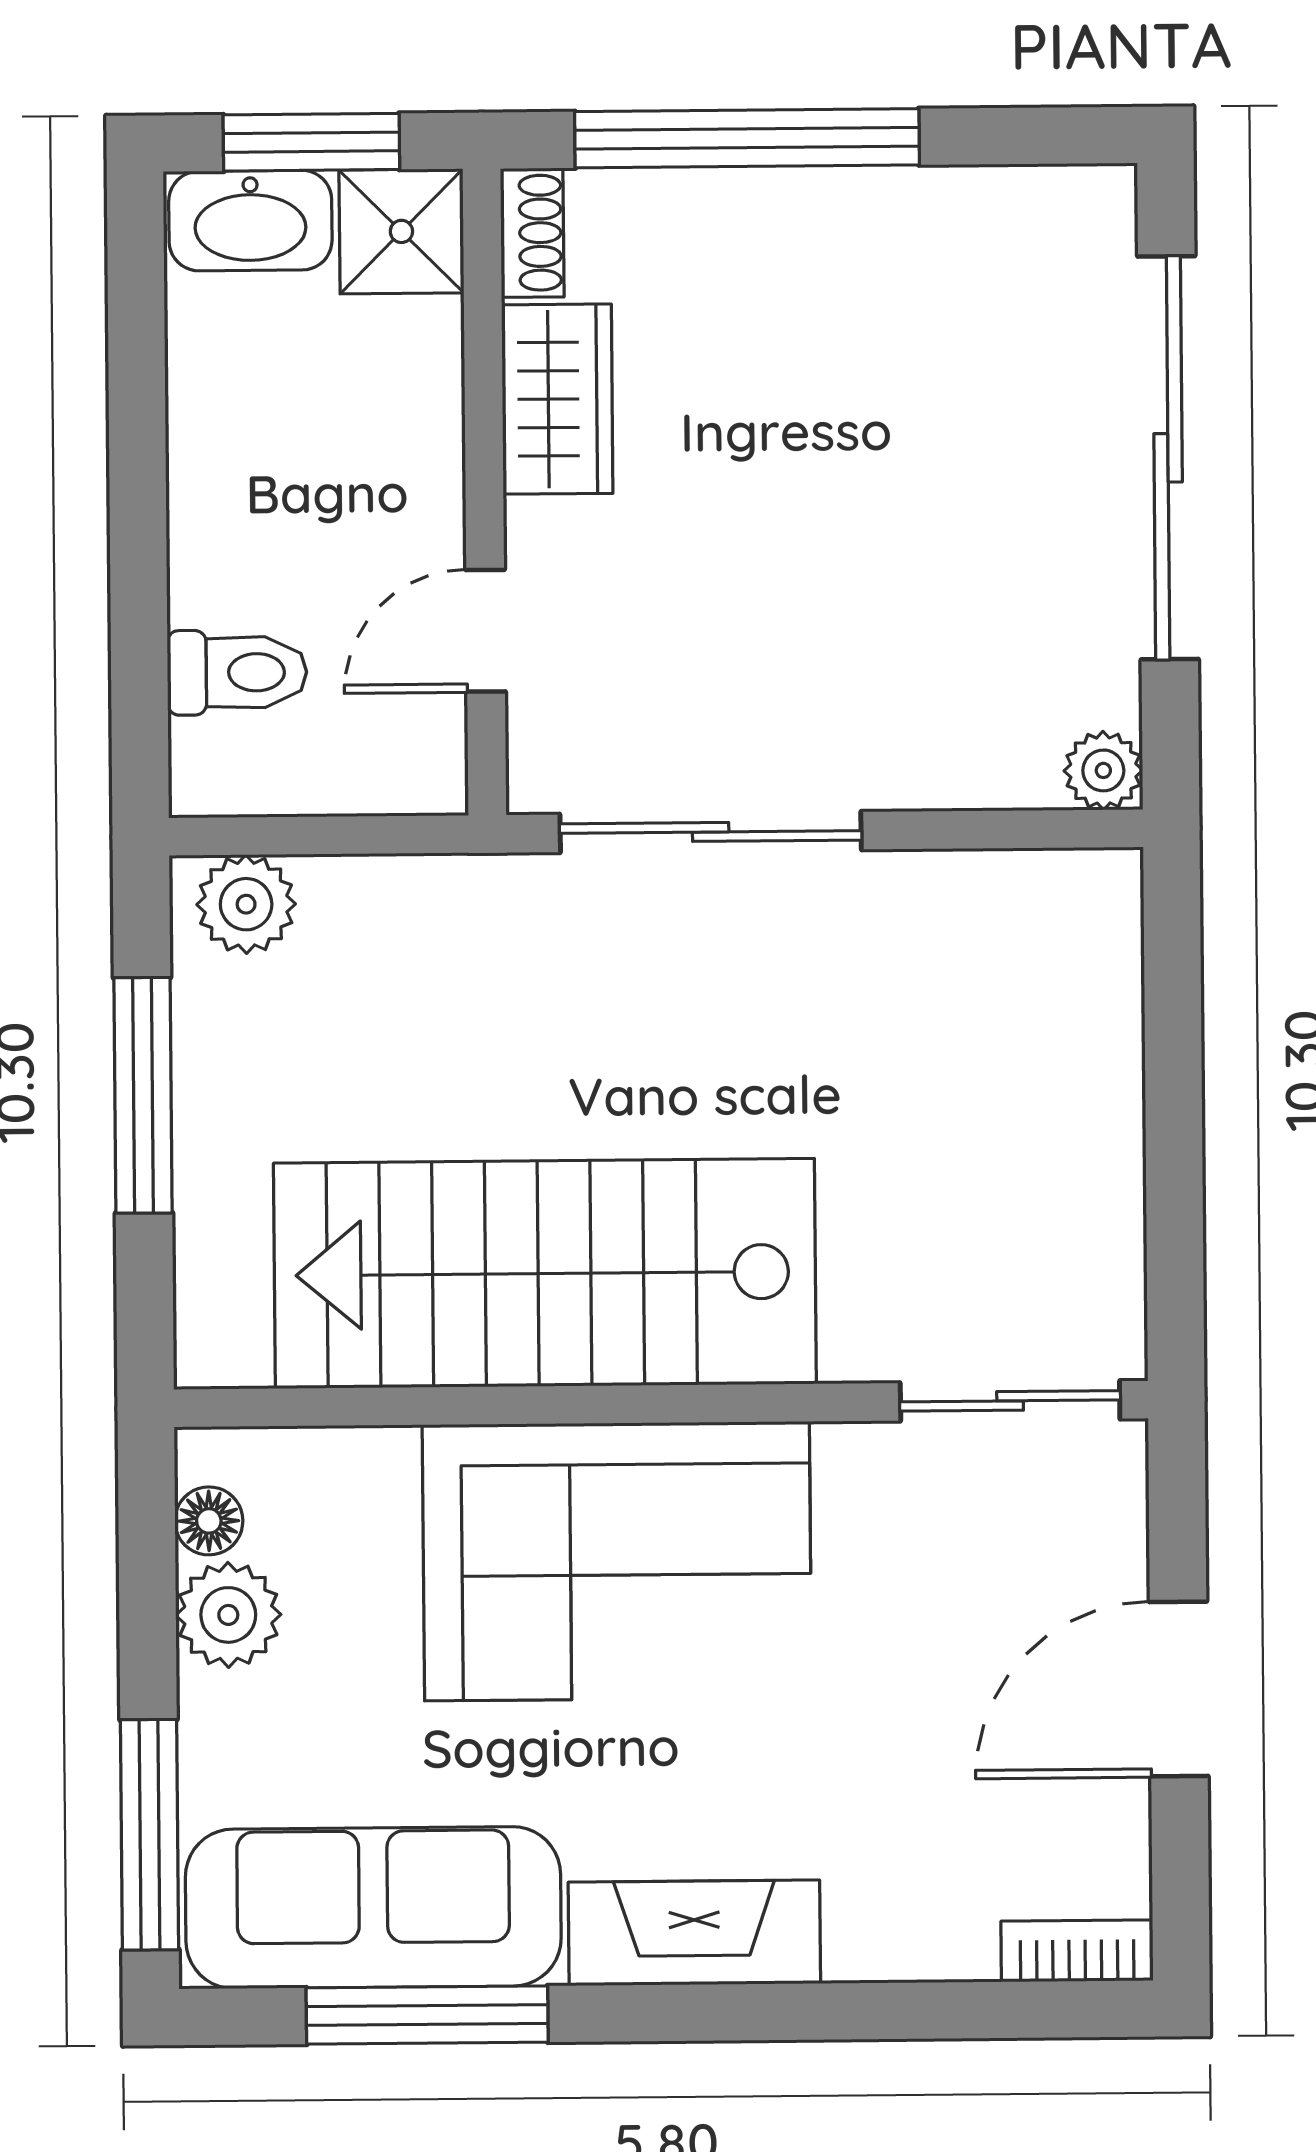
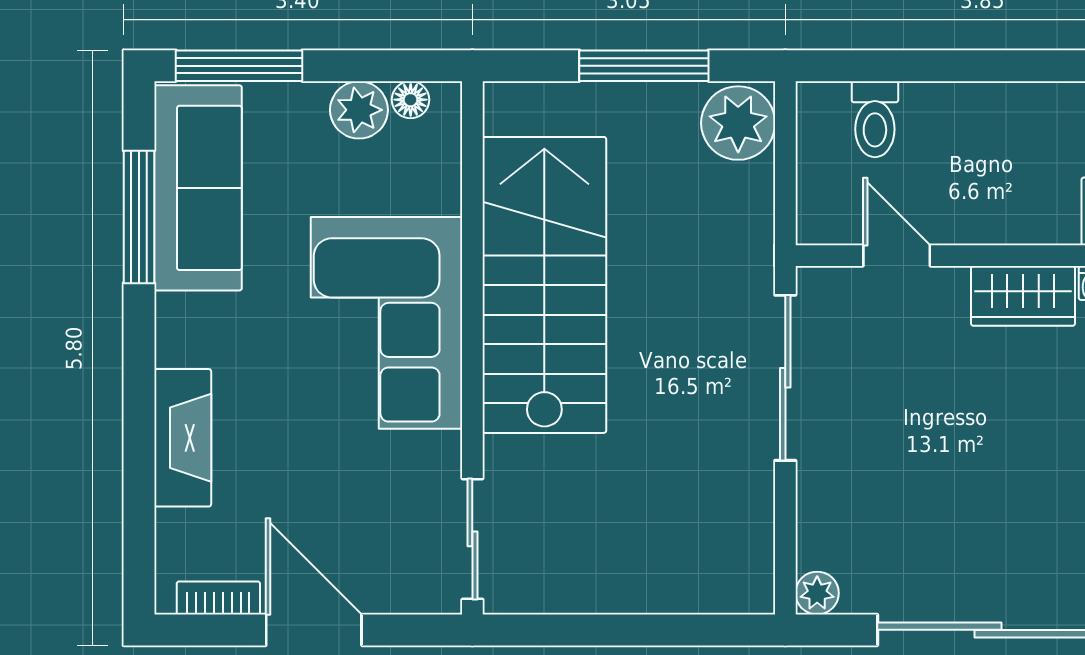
plant: (246, 904) -> (738, 123), width x1.36, depth x1.36
fireplace: (694, 1933) -> (183, 438), moved
bookcase: (1077, 1951) -> (218, 598), moved, turned -90

